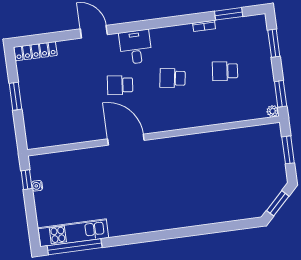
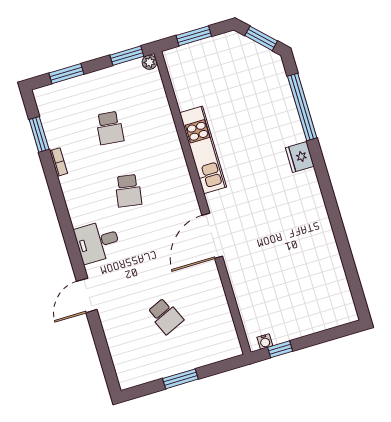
locker: (36, 51) -> (122, 363), removed
school desk: (120, 85) -> (165, 316), moved, turned -30
water cooler: (37, 186) -> (265, 341), moved
fridge: (178, 219) -> (300, 157), added
kitchen unit: (73, 233) -> (203, 150), moved, turned 180
window: (75, 247) -> (302, 107), moved

